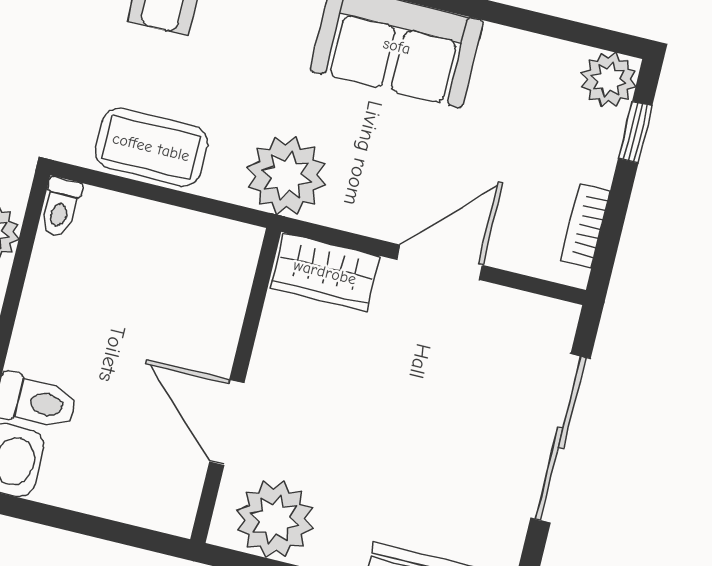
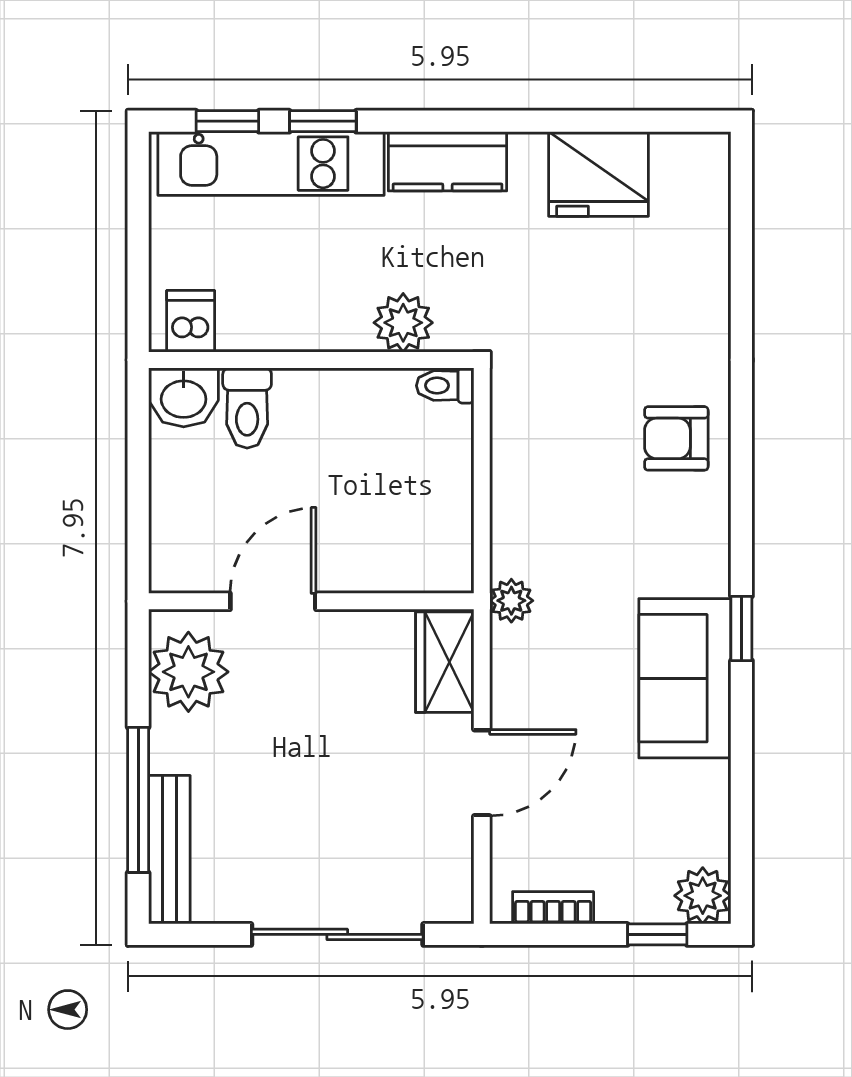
coffee table: (151, 147) -> (526, 461), removed
plant: (286, 176) -> (511, 601), width x0.53, depth x0.53
door: (440, 262) -> (482, 773), hinge flipped

